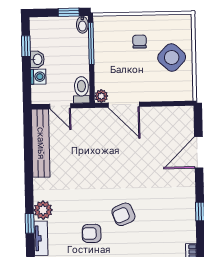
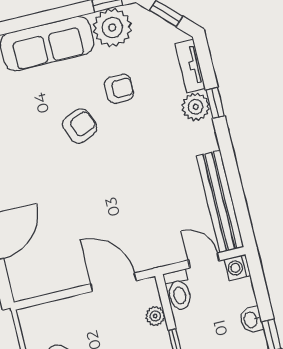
washing machine: (38, 77) -> (237, 267), moved
plant: (101, 96) -> (155, 316), moved
window: (30, 223) -> (215, 103), moved

